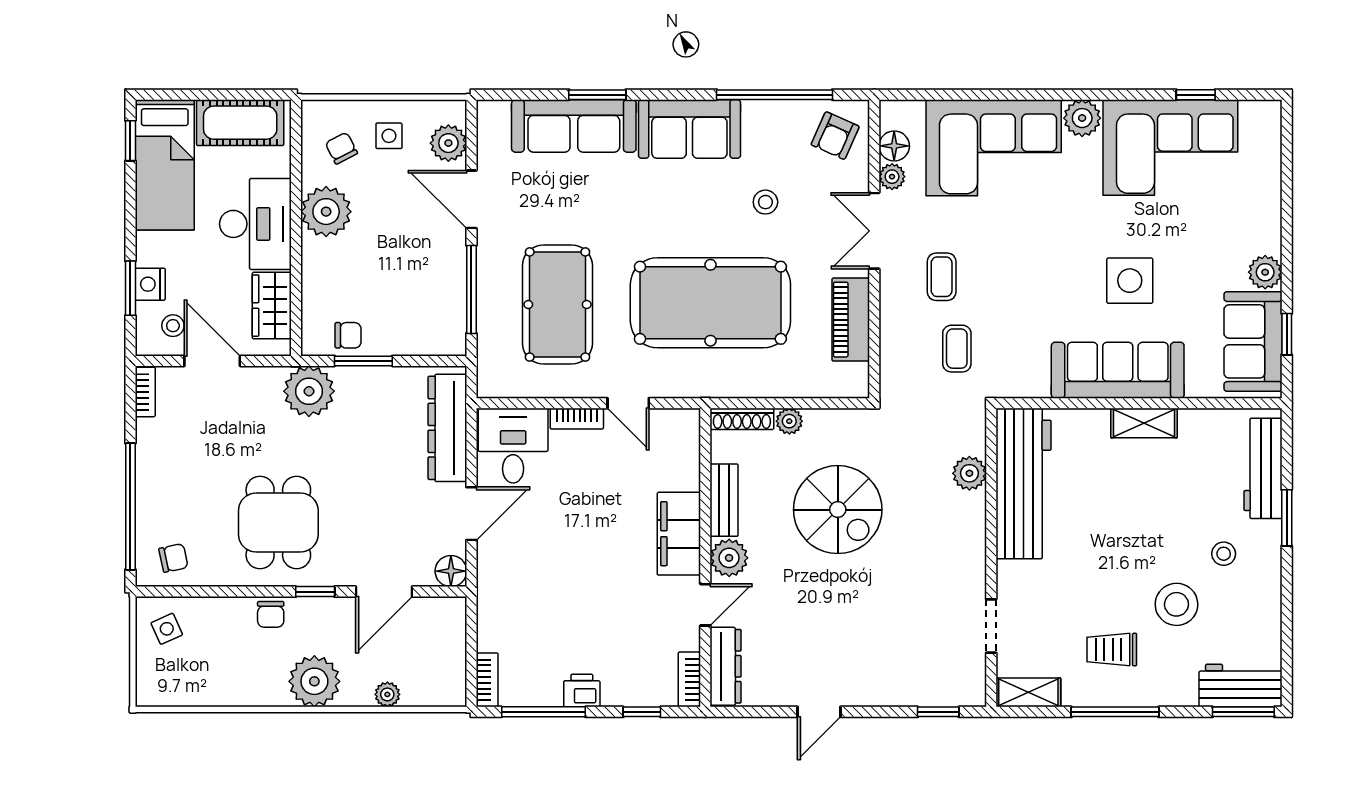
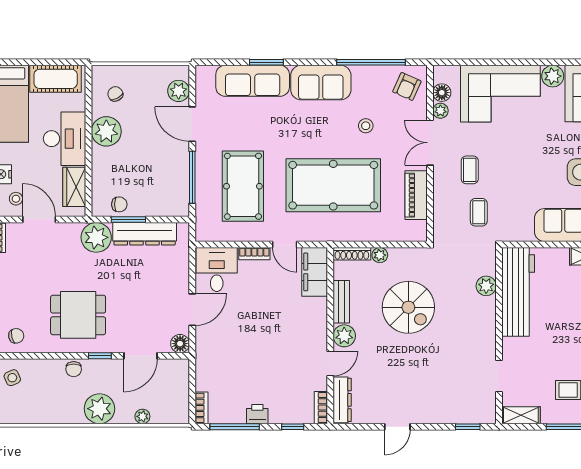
side table: (389, 136) -> (143, 87), removed
dresser: (447, 428) -> (145, 234), moved, turned -90
dining table: (278, 522) -> (78, 315), turned 90
filing cabinet: (679, 534) -> (315, 272), moved

